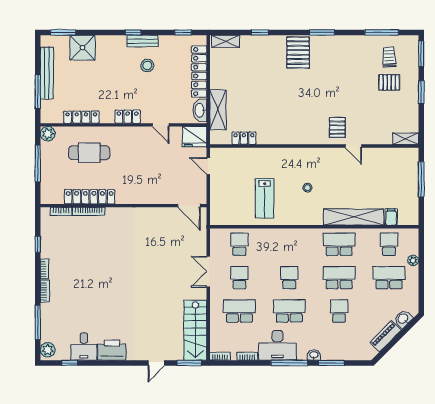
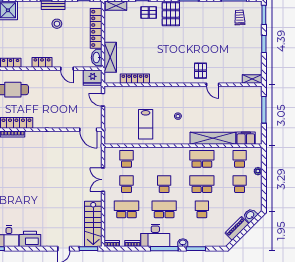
pallet: (389, 82) -> (149, 12), moved
locker: (244, 138) -> (135, 79), width x1.53
filing cabinet: (391, 217) -> (246, 138), width x2.00
school desk: (389, 278) -> (240, 184), width x0.54

